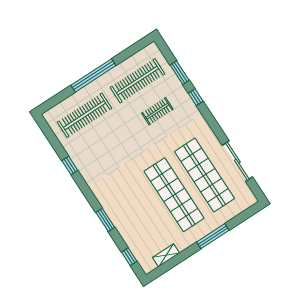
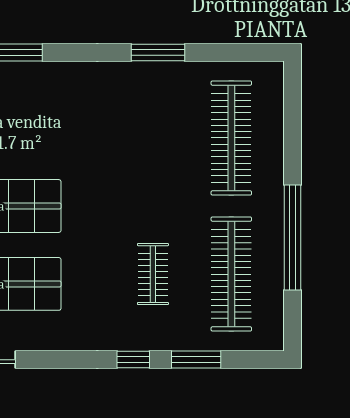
window: (93, 75) -> (293, 237), moved
window: (70, 165) -> (158, 53), width x1.50

